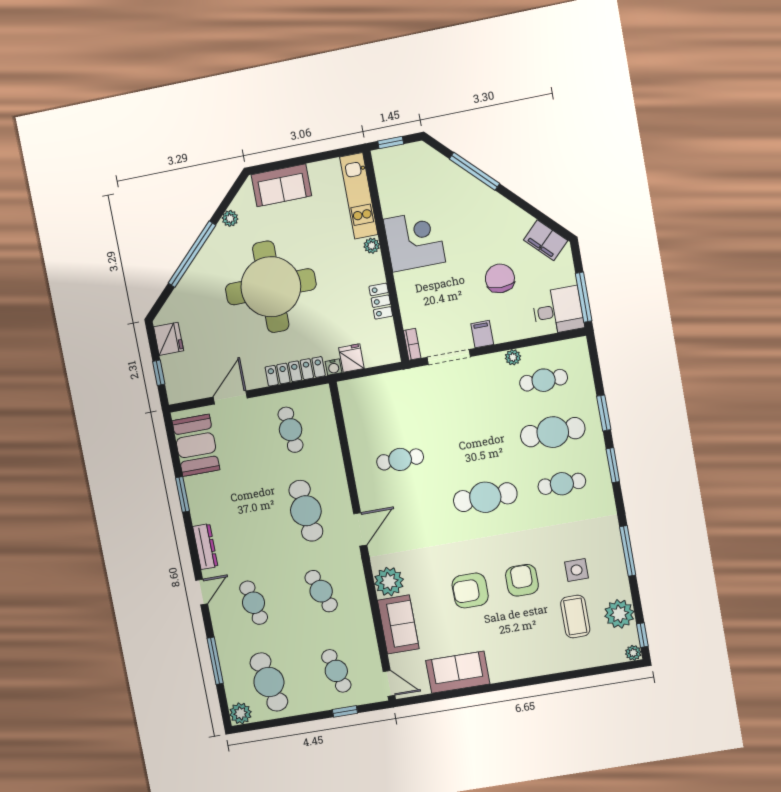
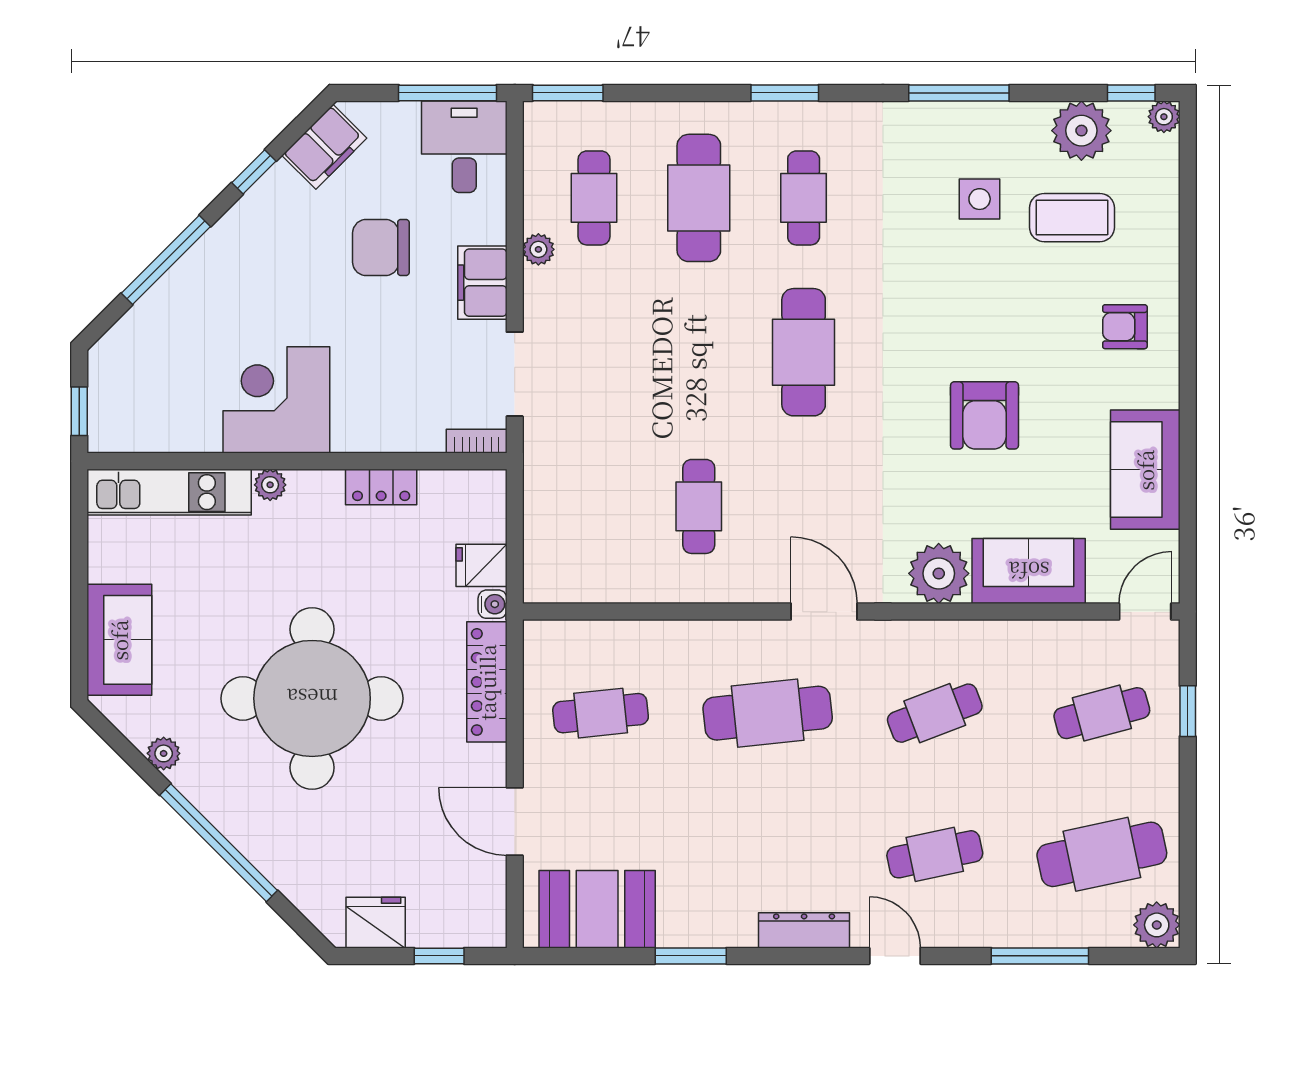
window: (527, 207) -> (254, 172), added
filing cabinet: (482, 334) -> (482, 283), width x2.00
window: (604, 413) -> (568, 93), moved
armchair: (522, 580) -> (1125, 327), moved, width x0.72, depth x0.72

